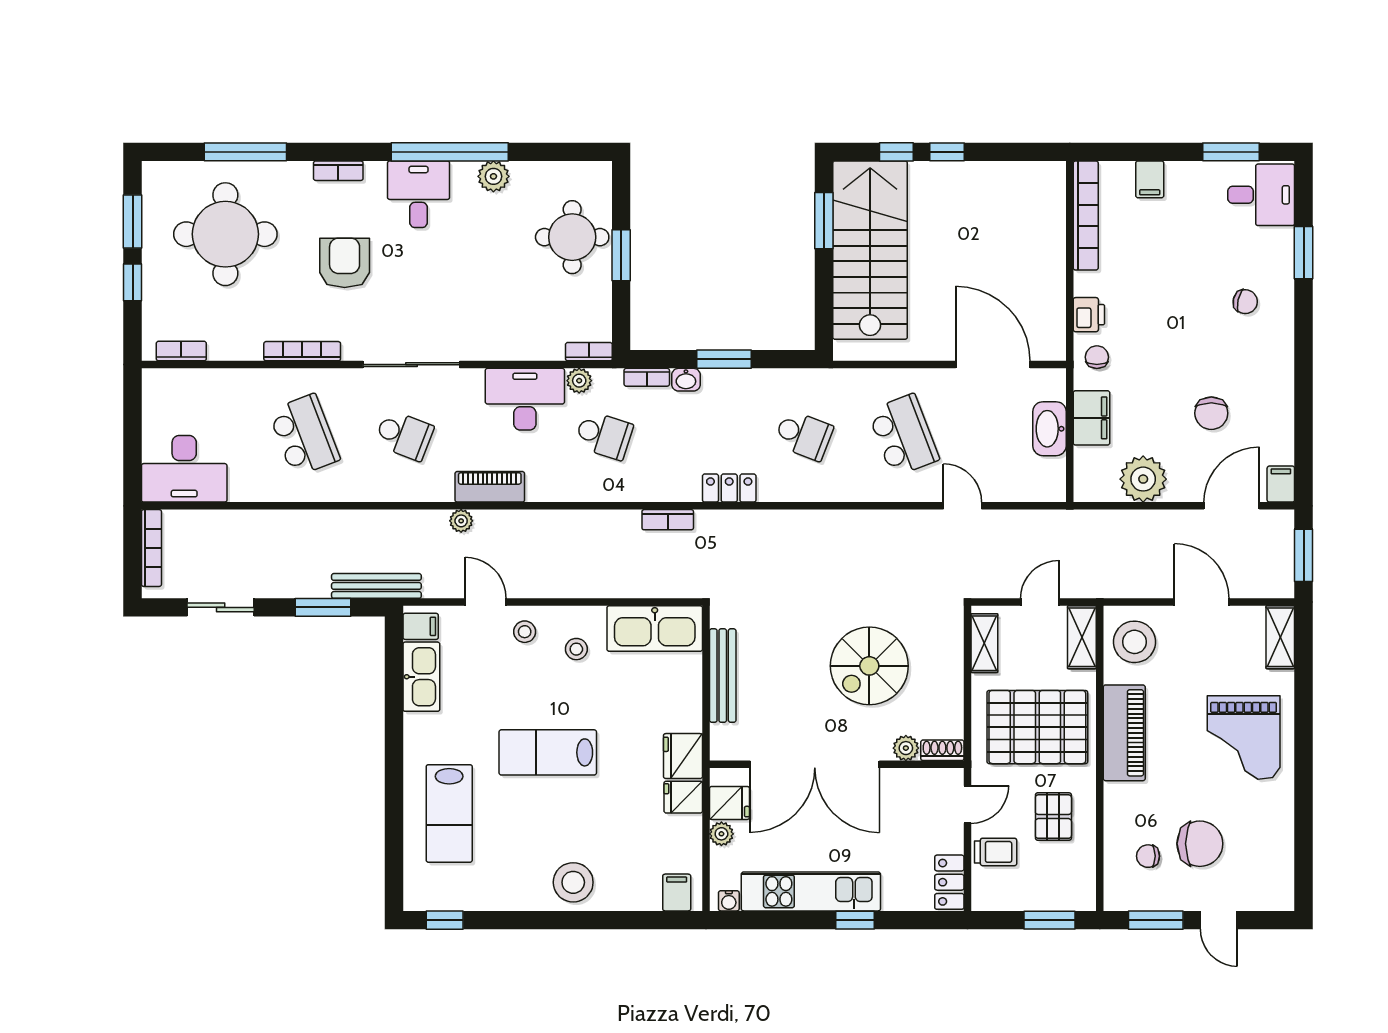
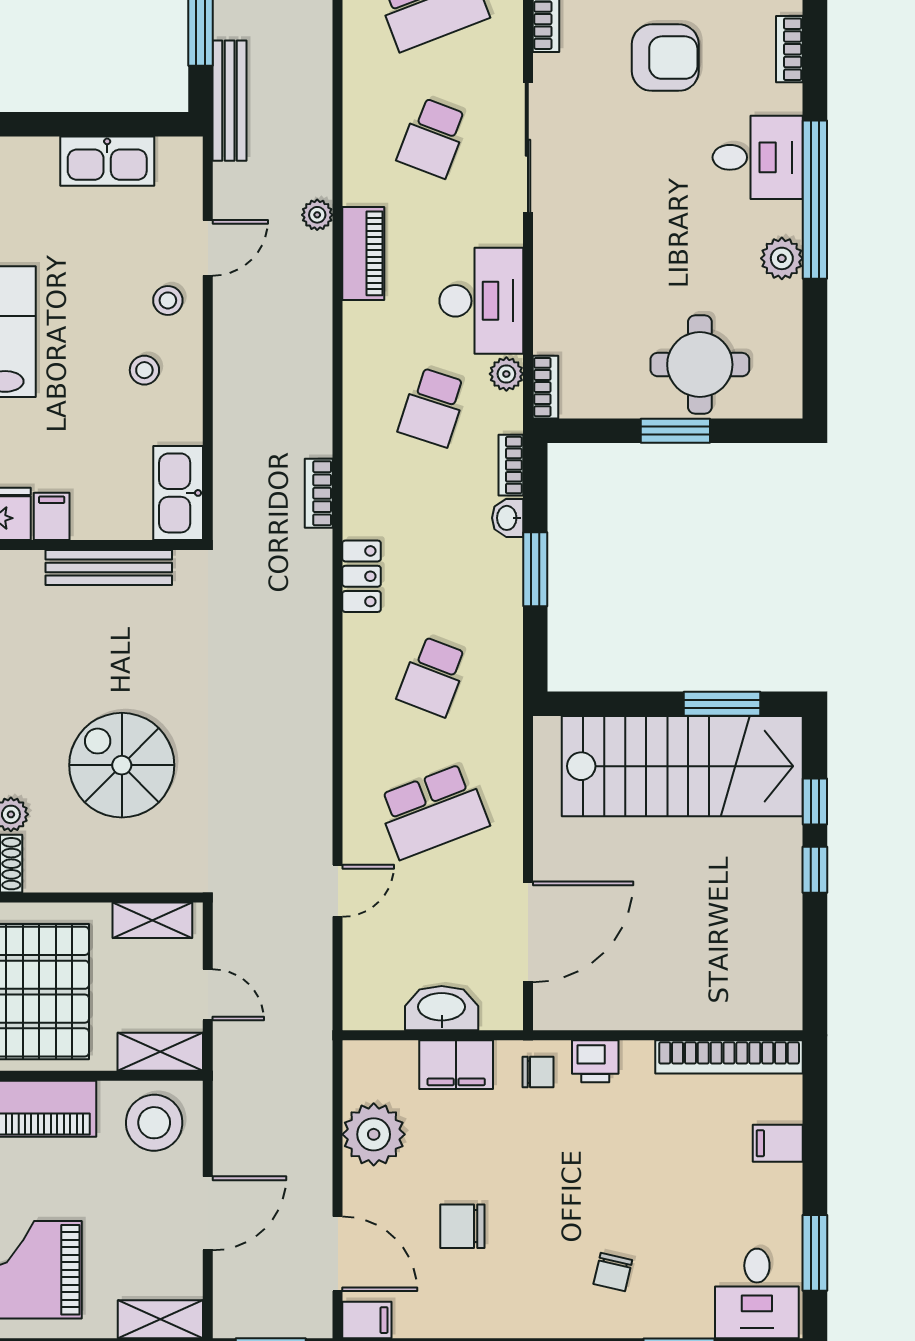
filing cabinet: (421, 626) -> (52, 516), moved, turned 180
kitchen sink: (655, 629) -> (178, 493), width x0.73, depth x0.81

